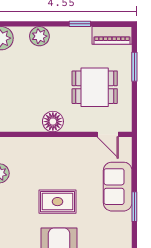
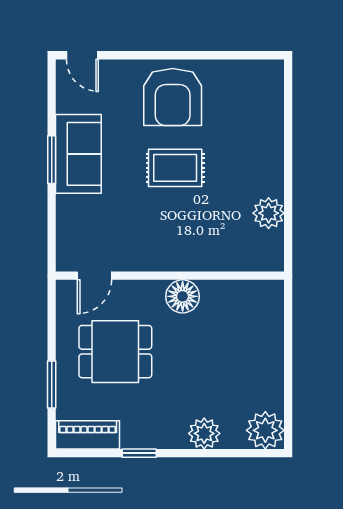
door: (108, 134) -> (95, 276), swing flipped
sofa: (118, 187) -> (78, 154), moved

